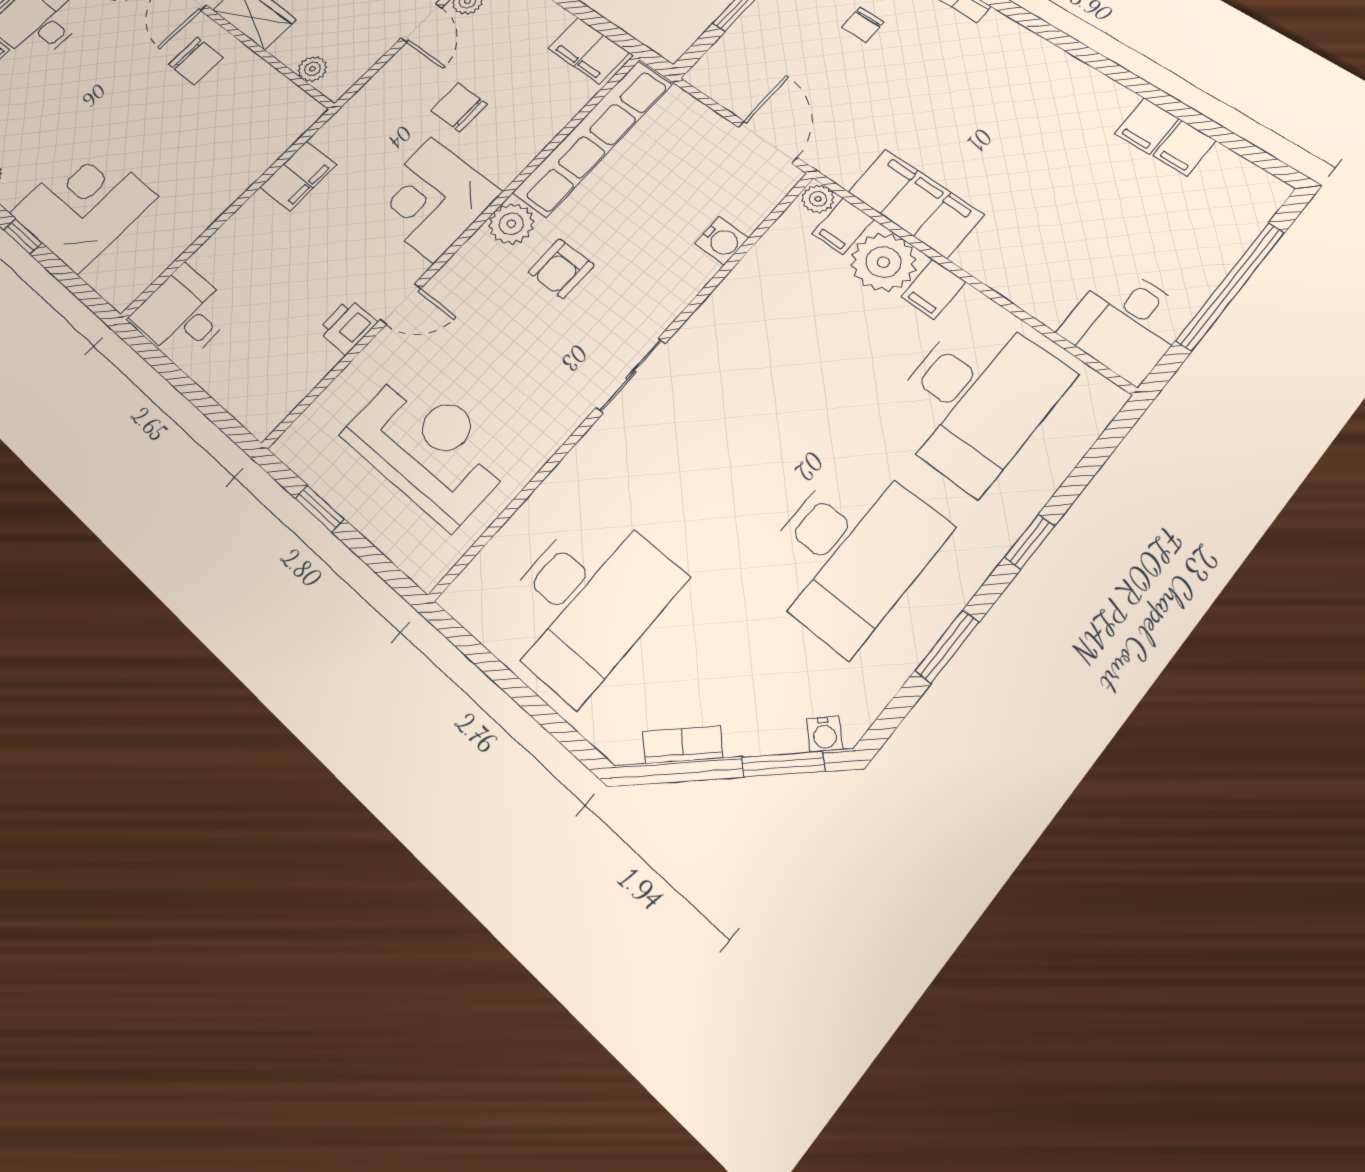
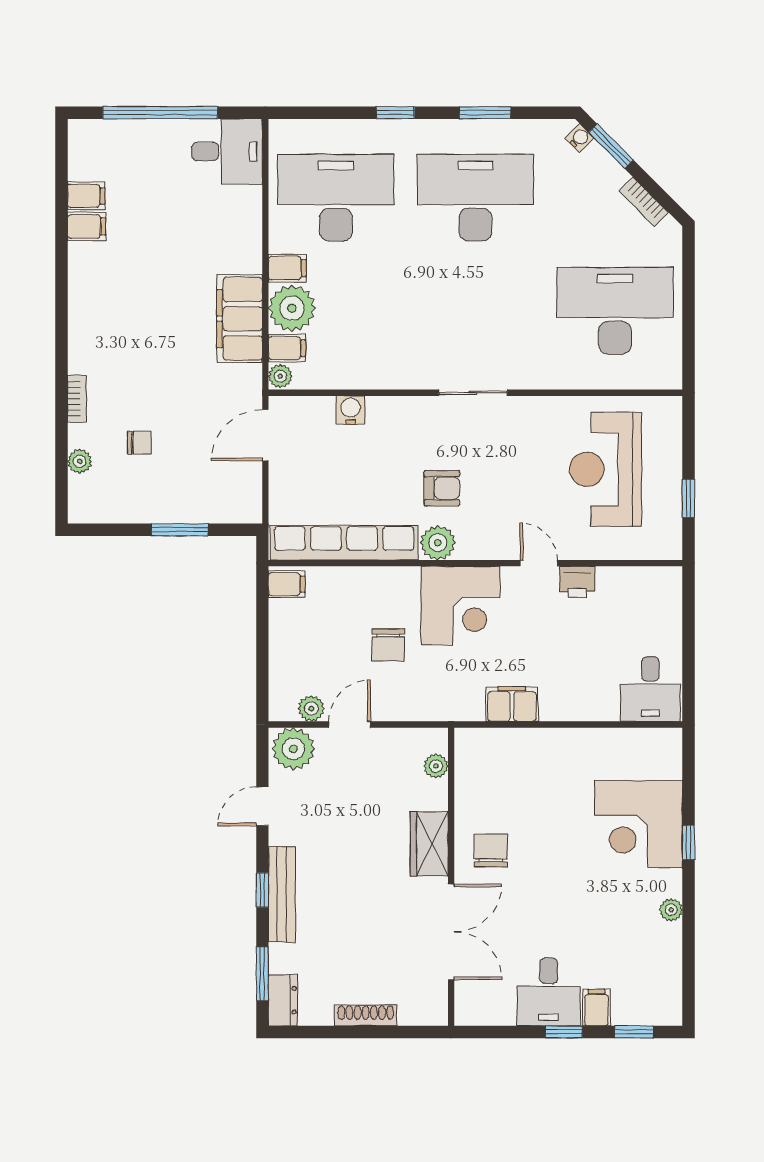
filing cabinet: (589, 51) -> (287, 584), width x0.50

